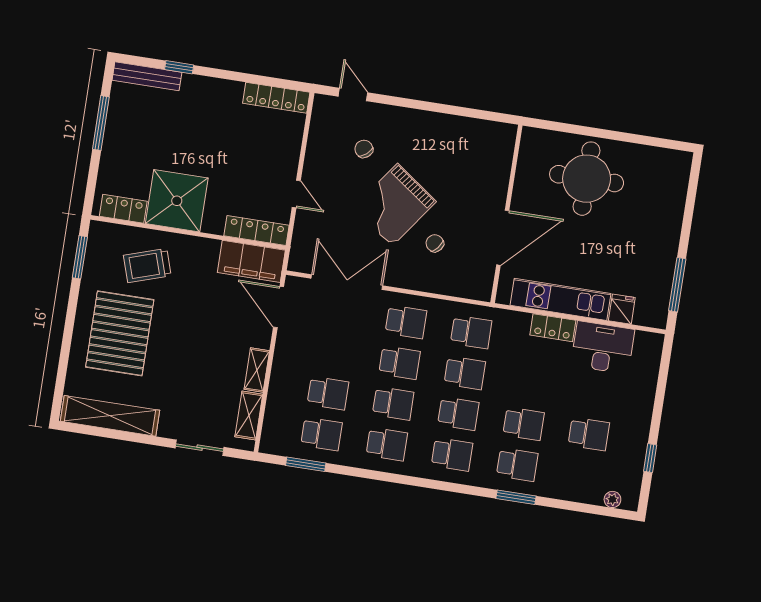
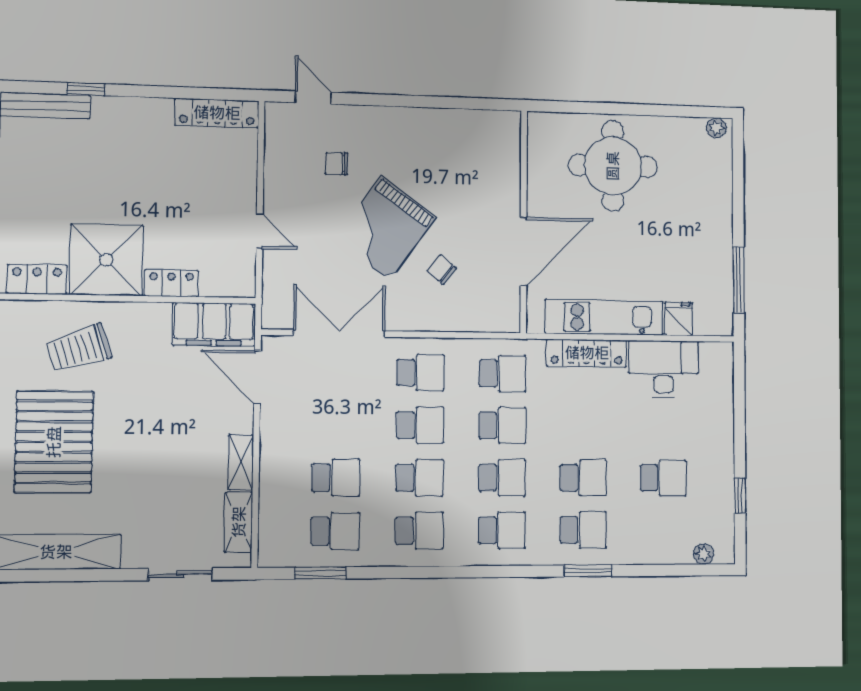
chair: (364, 149) -> (337, 164), turned -50
plant: (679, 158) -> (716, 128), added
locker: (257, 231) -> (171, 283), moved, width x0.66
locker: (553, 328) -> (587, 353), width x1.53

